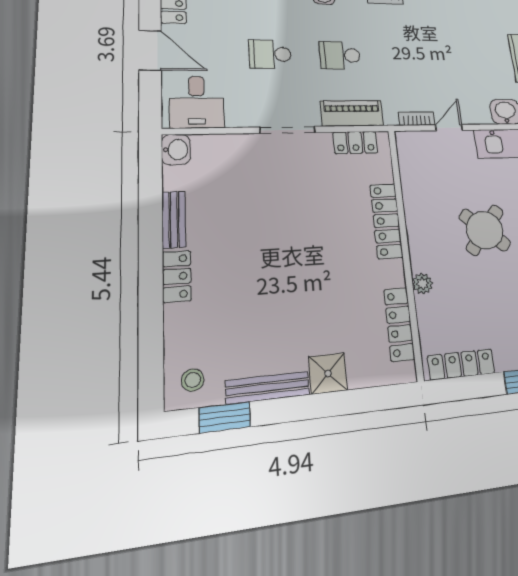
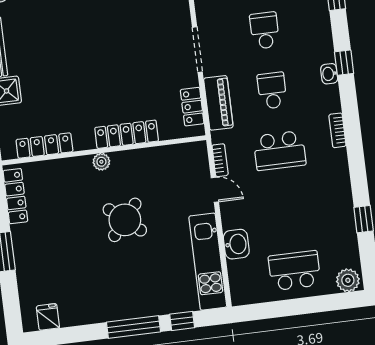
school desk: (406, 56) -> (280, 151), added
plant: (423, 284) -> (101, 162), moved

